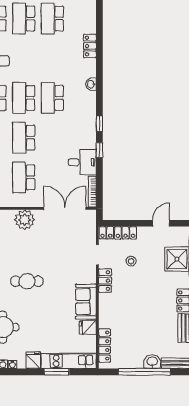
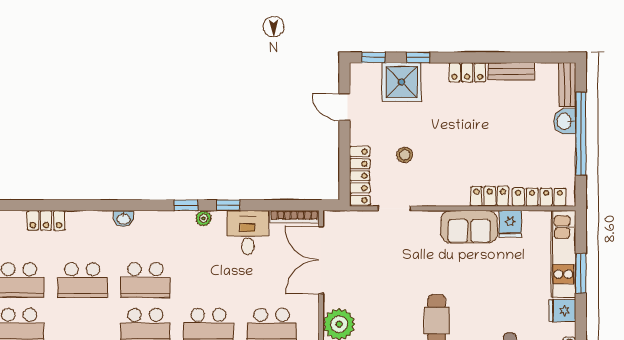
locker: (90, 46) -> (46, 220), moved
school desk: (52, 58) -> (82, 280), added
plant: (91, 135) -> (204, 218), added
locker: (105, 281) -> (490, 196), moved

